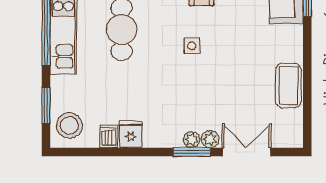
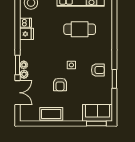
armchair: (230, 68) -> (60, 85), added

